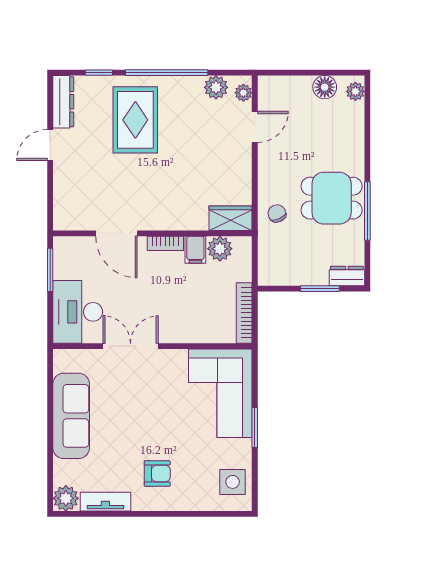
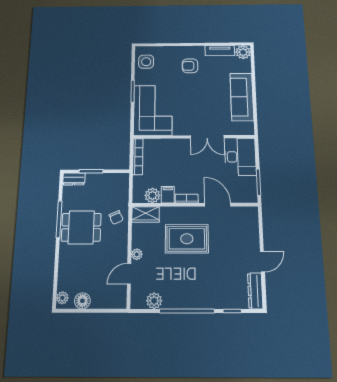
plant: (243, 93) -> (137, 254), moved
rug: (135, 120) -> (187, 239), moved, turned 90

